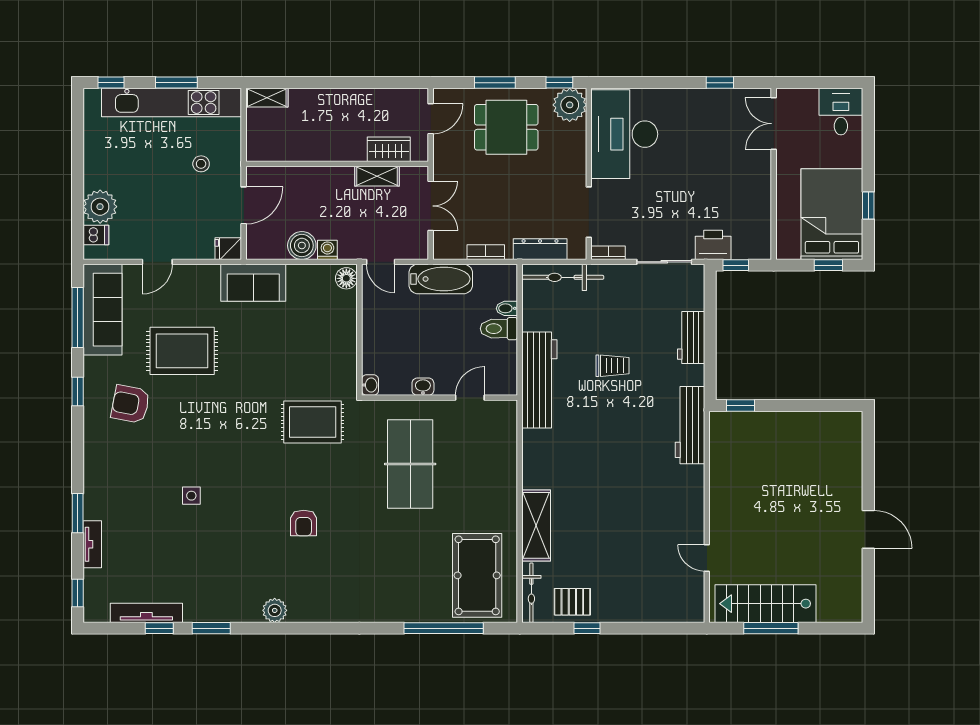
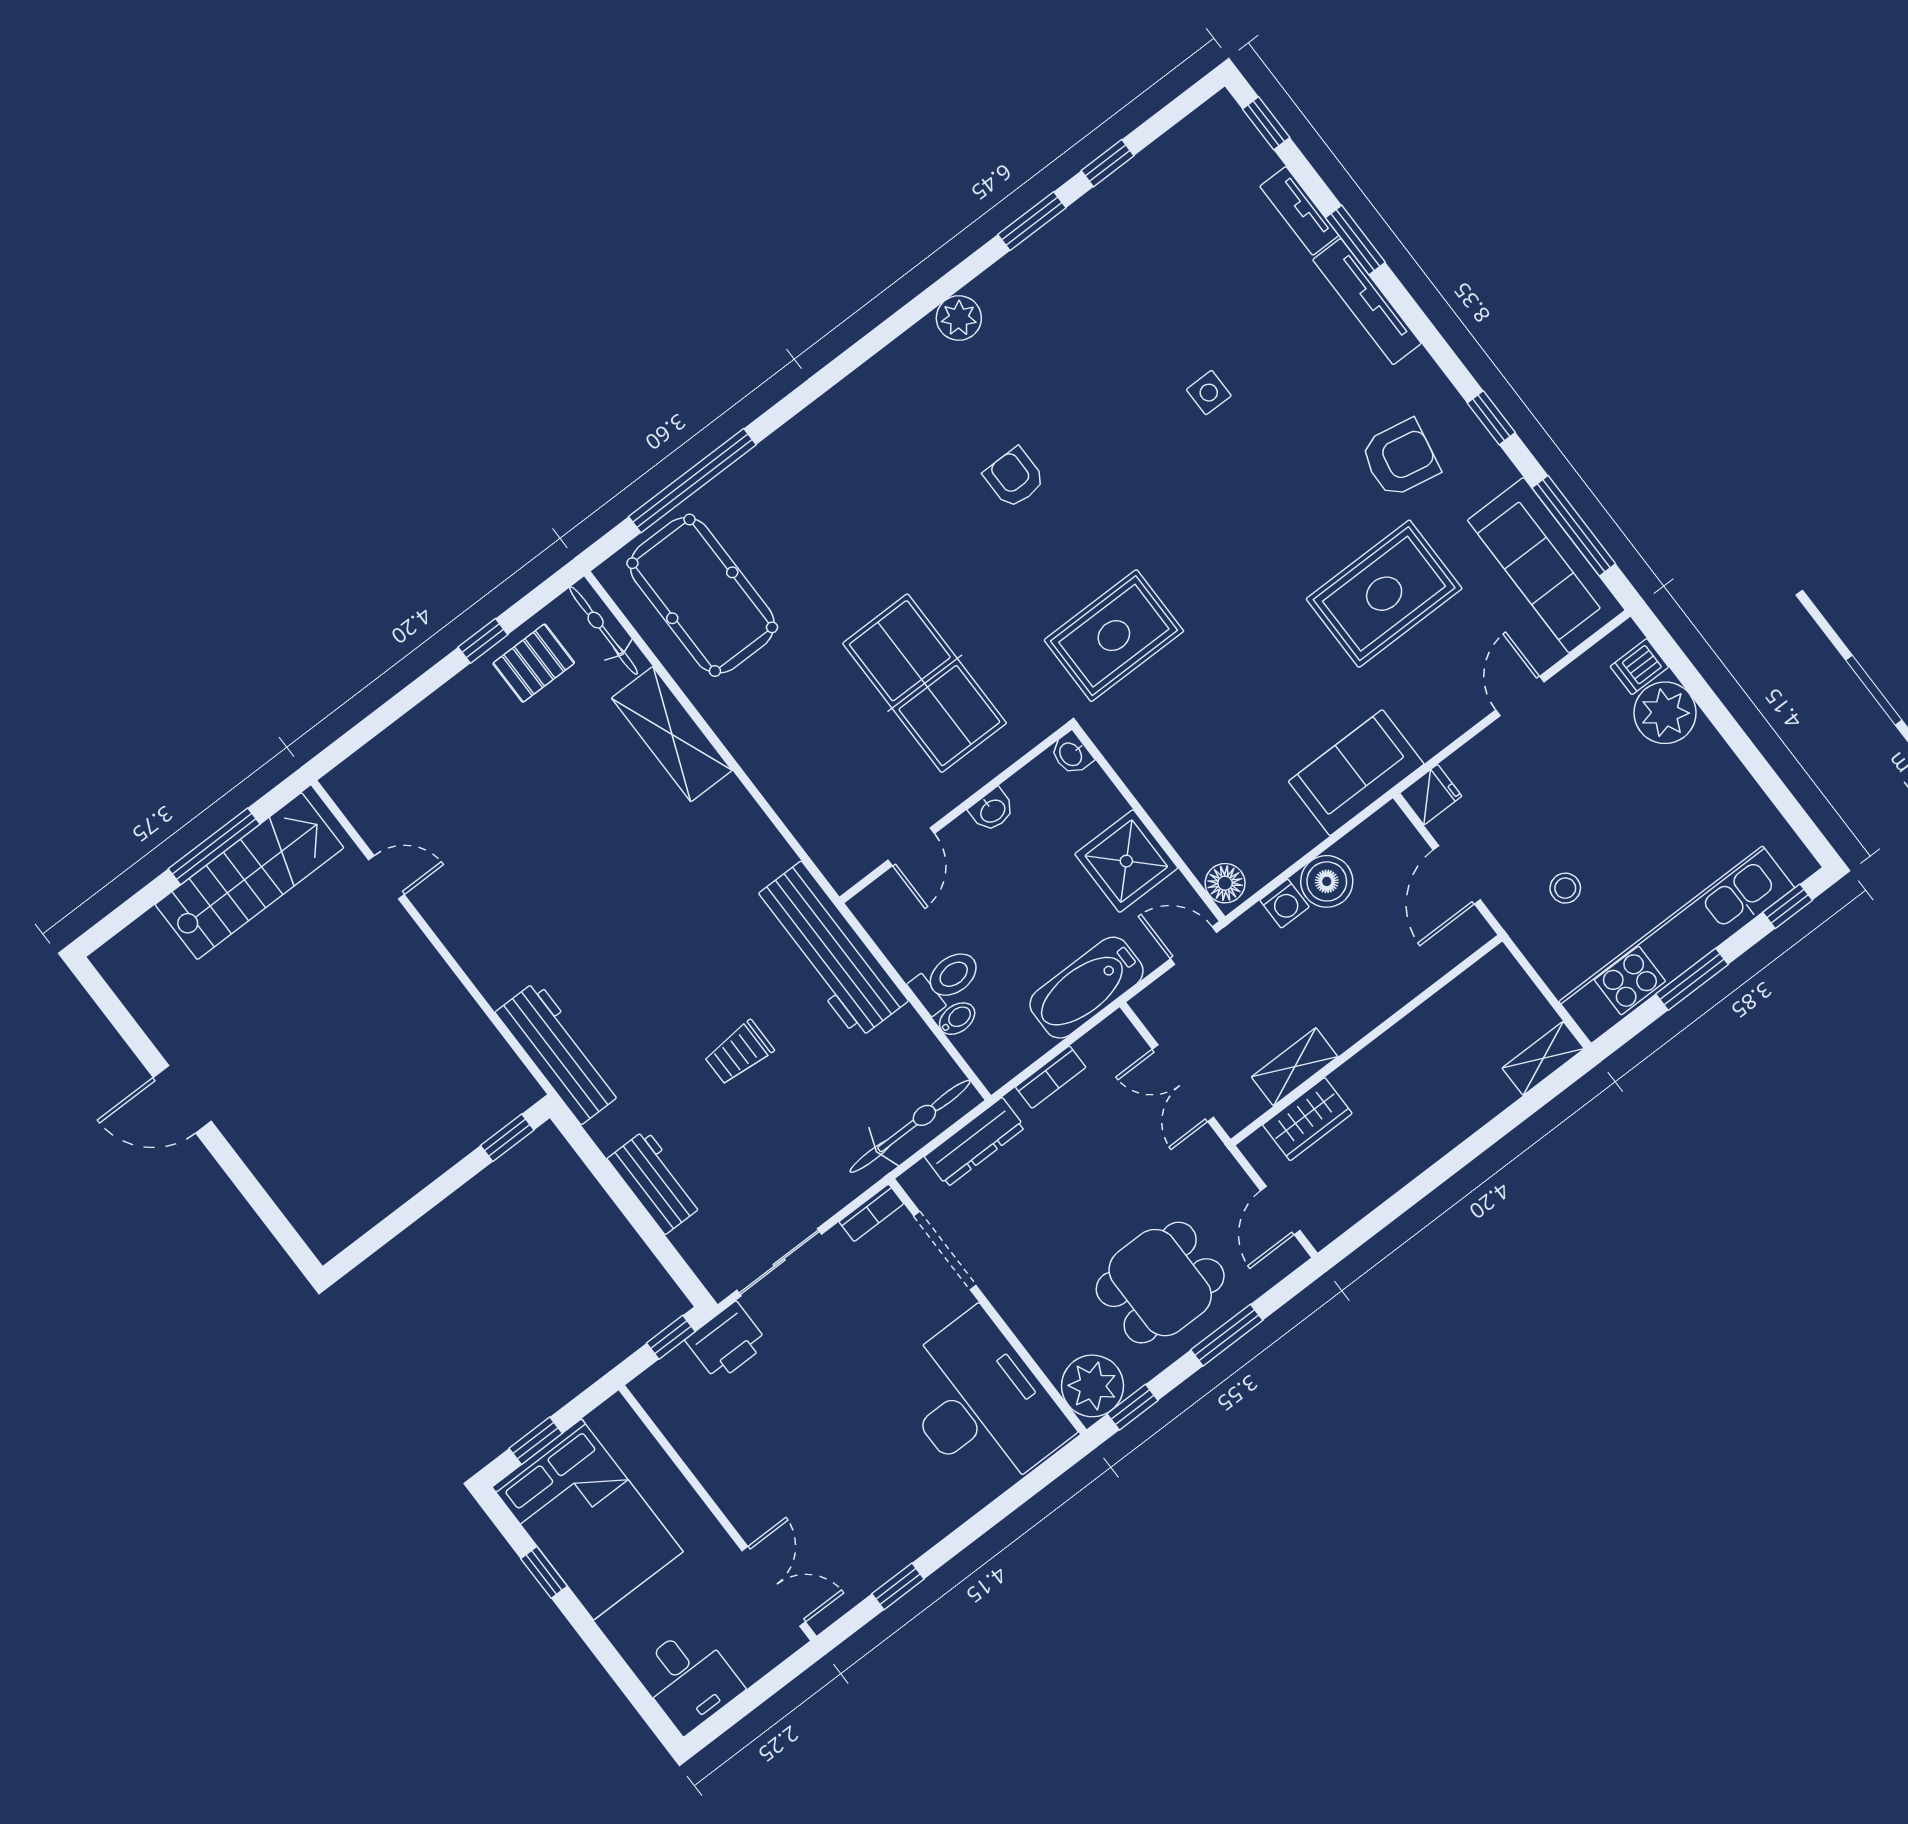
shower: (382, 320) -> (1126, 861), added
tv unit: (146, 613) -> (1367, 302), moved, turned 90

